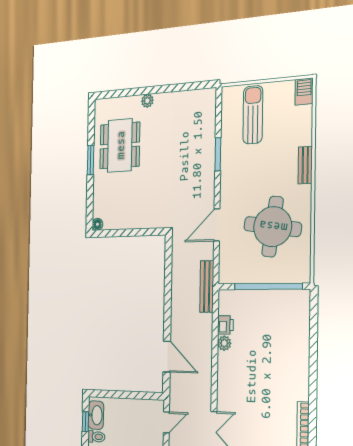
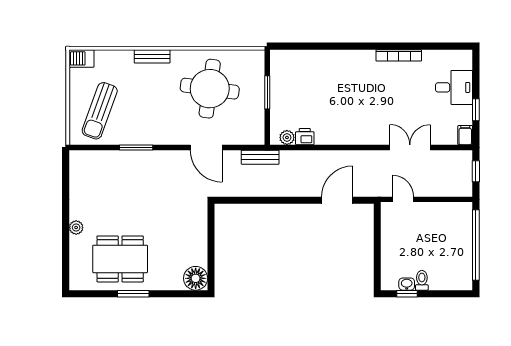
sun lounger: (253, 115) -> (100, 111), turned -70
floor lamp: (97, 224) -> (196, 278), width x1.89, depth x1.89
bench: (207, 286) -> (260, 157), width x0.73
window: (268, 286) -> (267, 92), width x0.47
plant: (224, 343) -> (287, 137), moved
washbasin: (96, 415) -> (407, 284), width x0.52, depth x0.69

